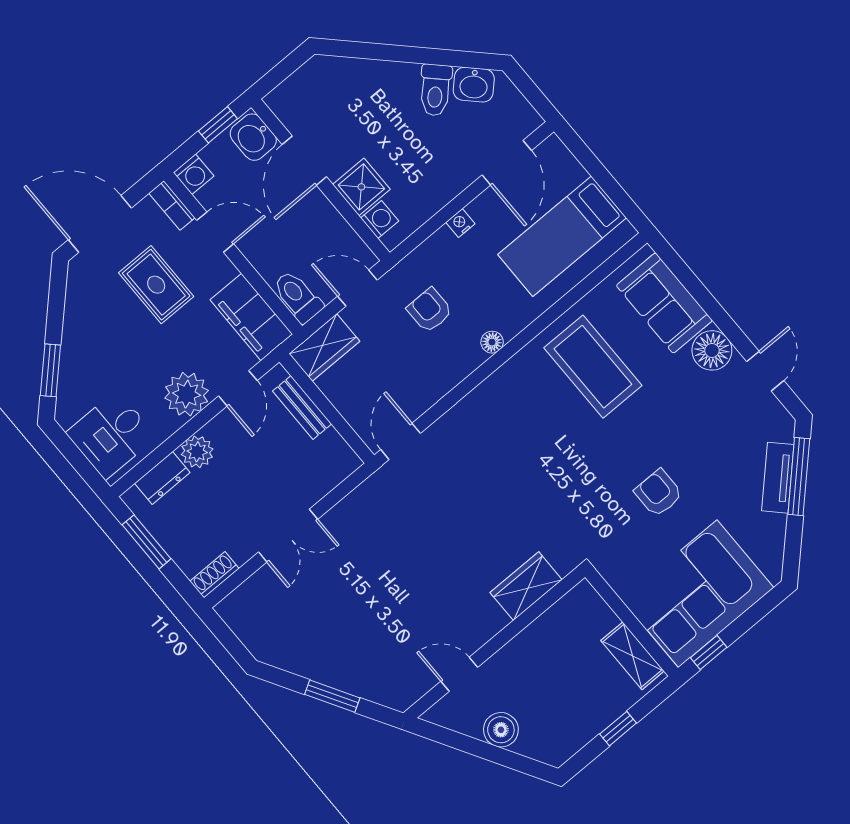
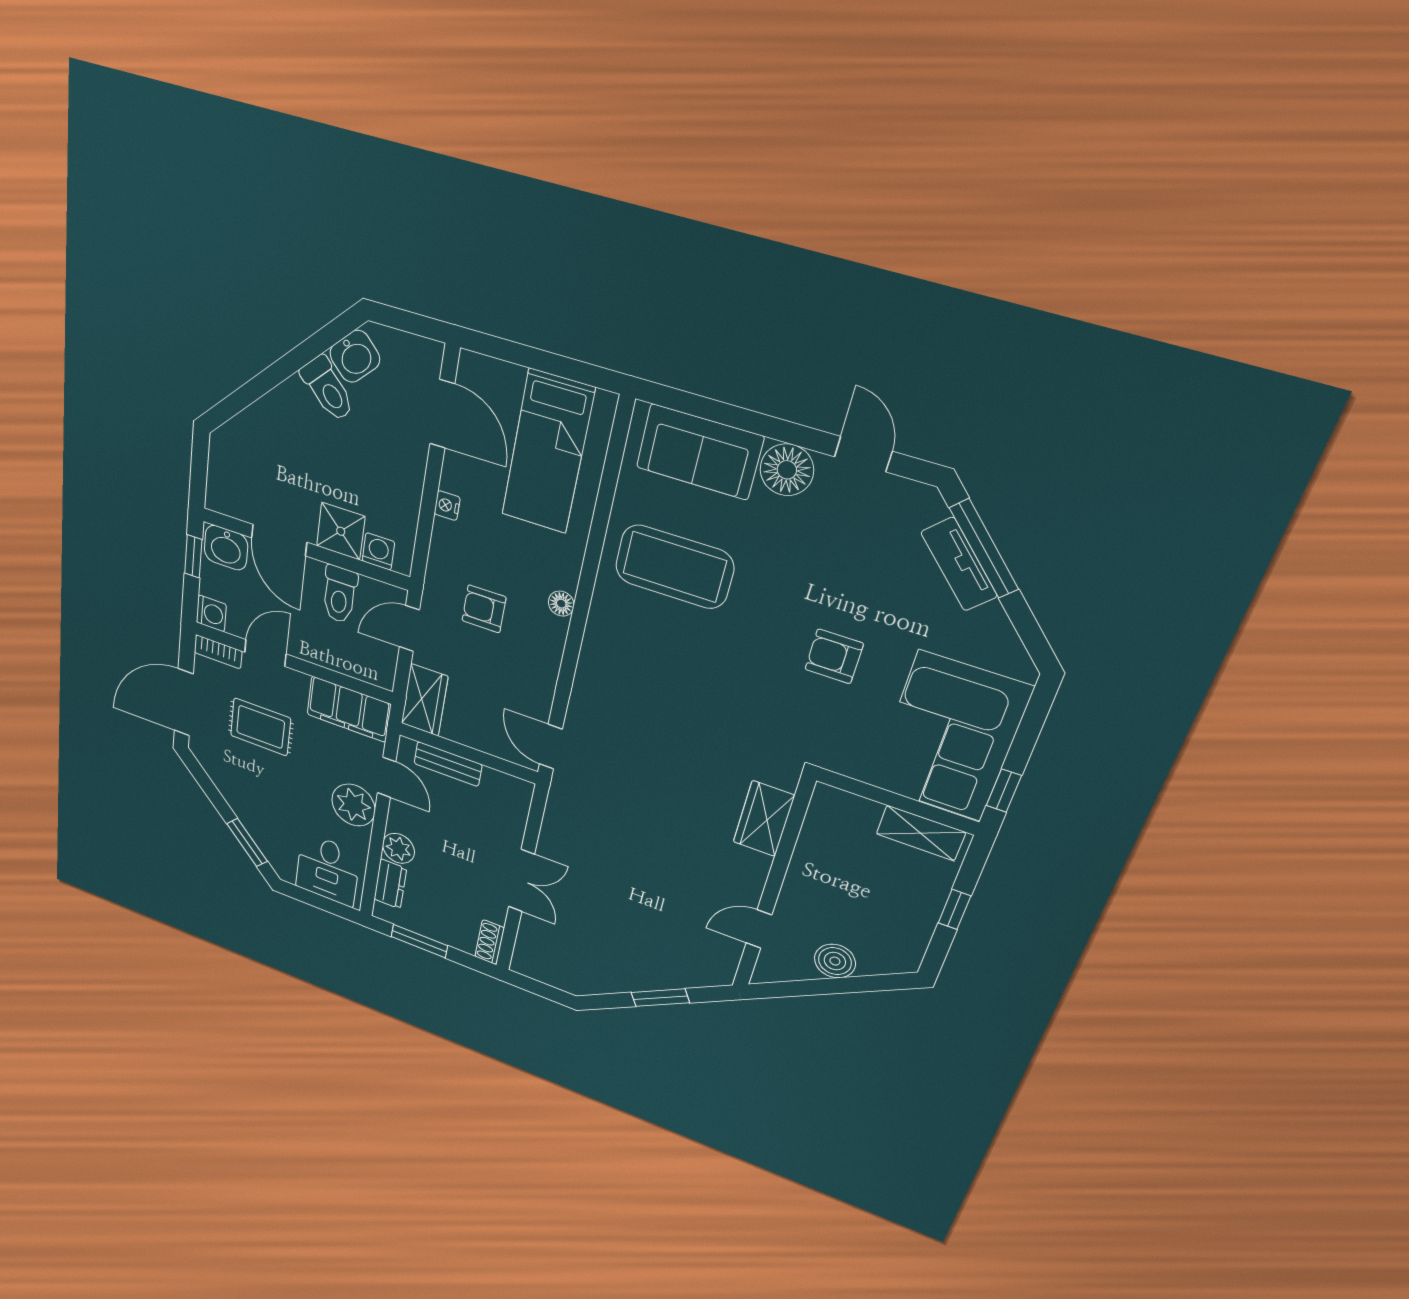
toilet: (298, 297) -> (340, 595), moved, turned -90

